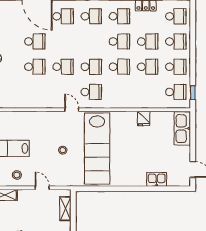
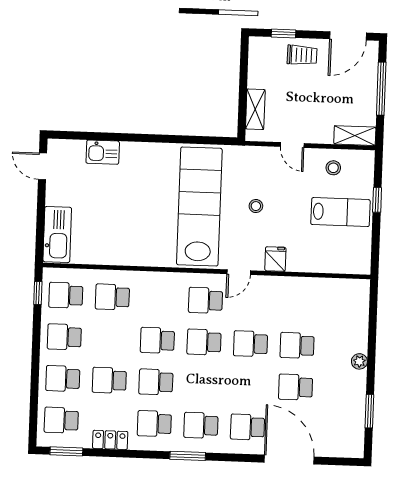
school desk: (148, 67) -> (112, 297), moved
door: (72, 110) -> (239, 272), hinge flipped
fridge: (144, 119) -> (275, 259), moved

